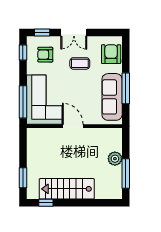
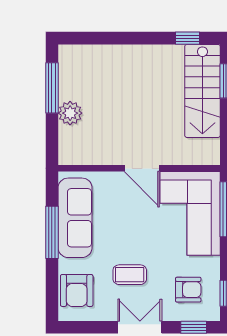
stairs: (67, 189) -> (202, 91), moved, turned 90

